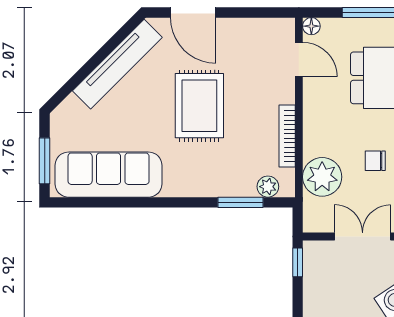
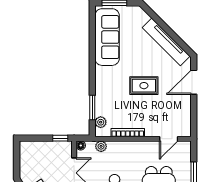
floor lamp: (311, 26) -> (81, 145), moved
rug: (199, 106) -> (144, 86), width x0.73, depth x0.70
plant: (322, 177) -> (101, 146), width x0.53, depth x0.53

